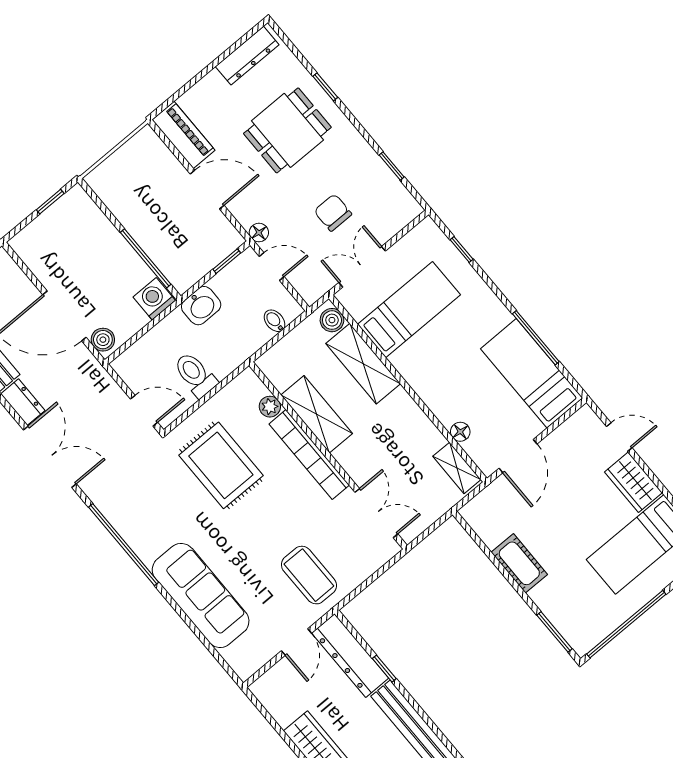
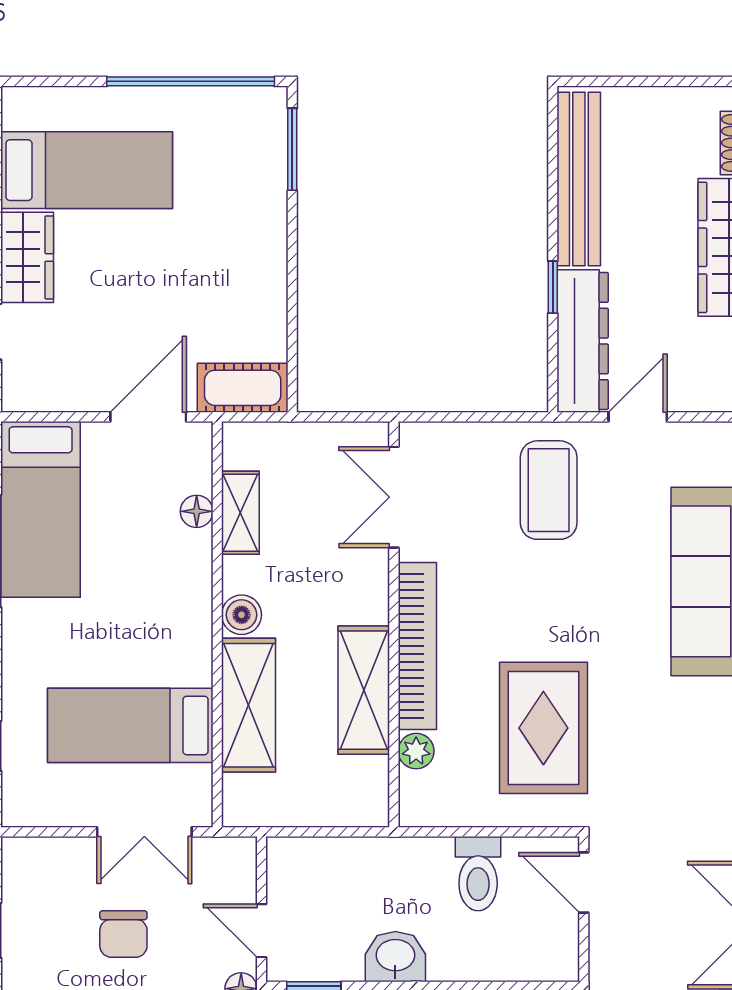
boiler: (332, 320) -> (242, 615), moved
bidet: (275, 321) -> (317, 857), removed
shelving: (457, 468) -> (240, 513), moved
cot: (519, 563) -> (243, 388), moved, turned 90

